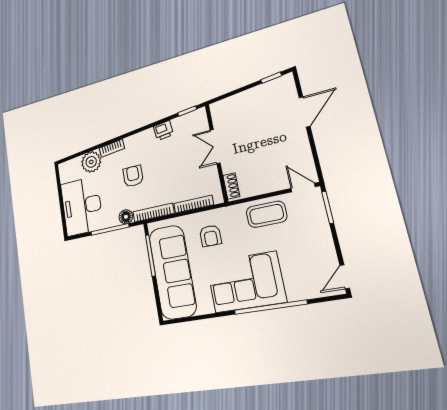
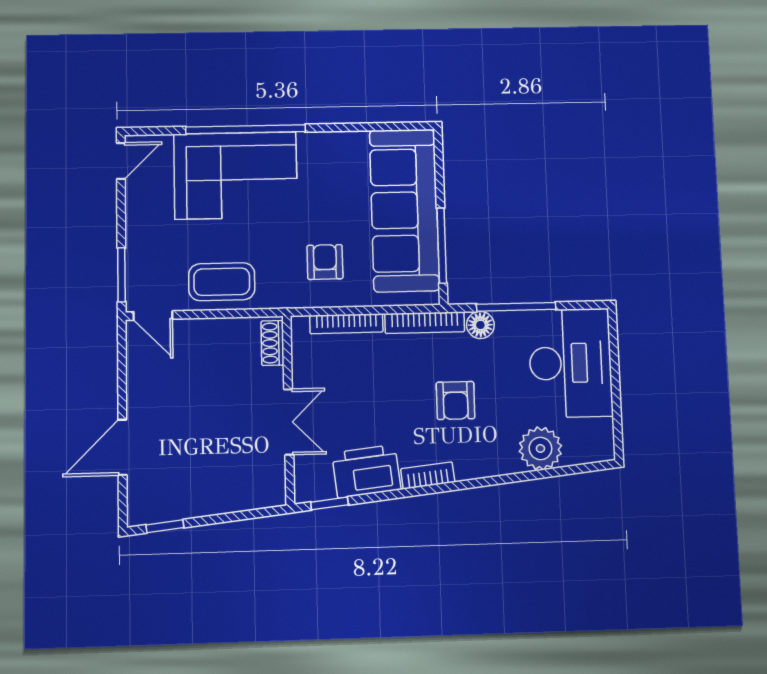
printer: (163, 131) -> (366, 471), width x1.87, depth x1.48
bookcase: (112, 148) -> (428, 475), moved
corner sofa: (246, 282) -> (236, 175), moved

